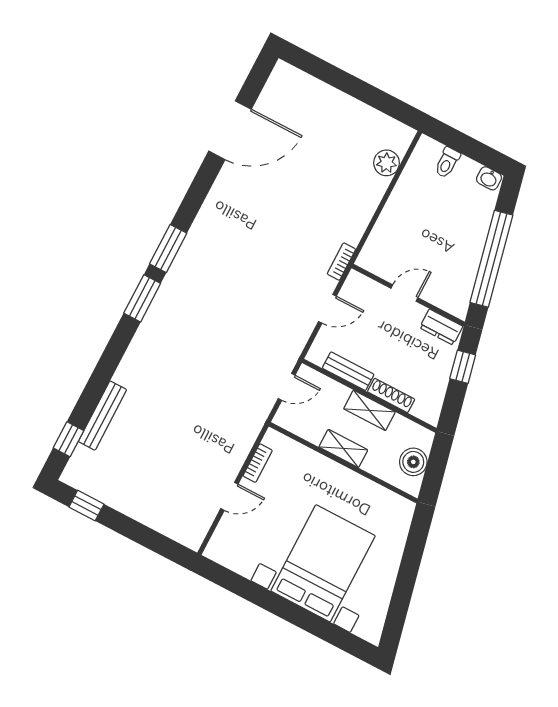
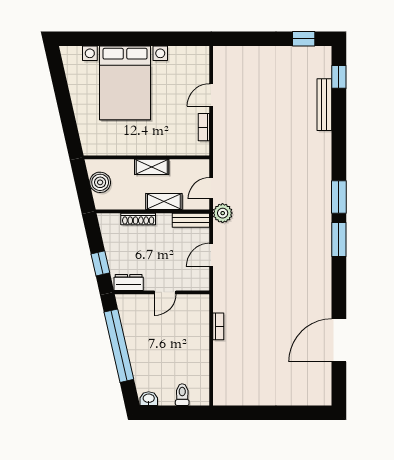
plant: (387, 163) -> (223, 213), moved
bookcase: (341, 262) -> (218, 326), moved
bench: (348, 371) -> (191, 220), moved
shelving: (369, 410) -> (164, 202), moved

